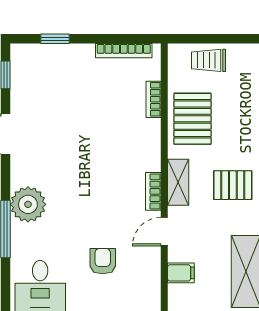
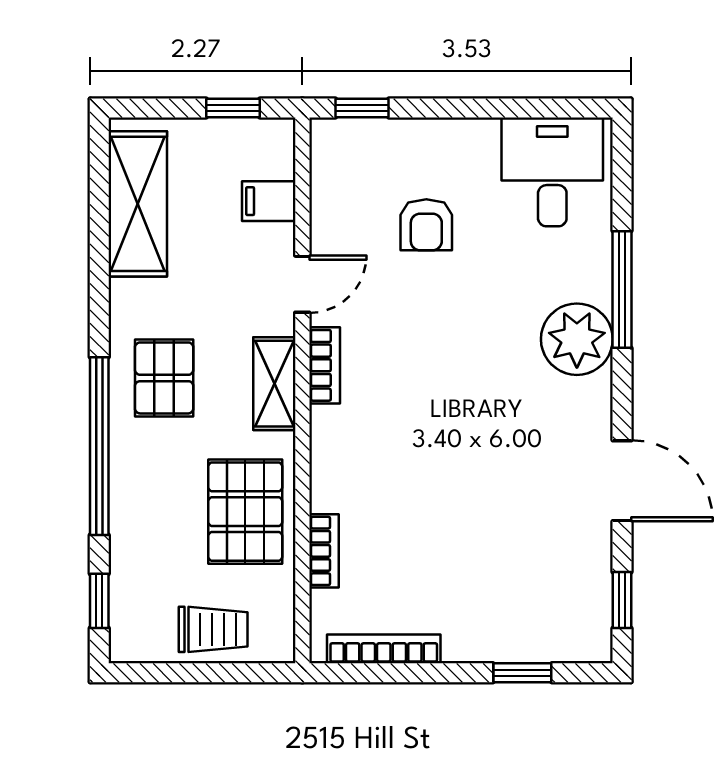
pallet: (233, 185) -> (164, 378), turned 90

